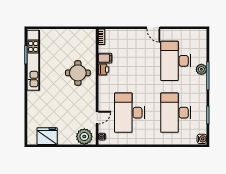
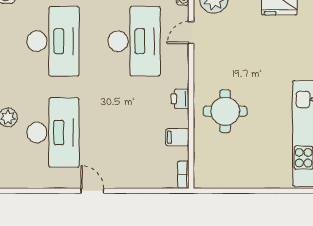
printer: (104, 69) -> (180, 99), moved

